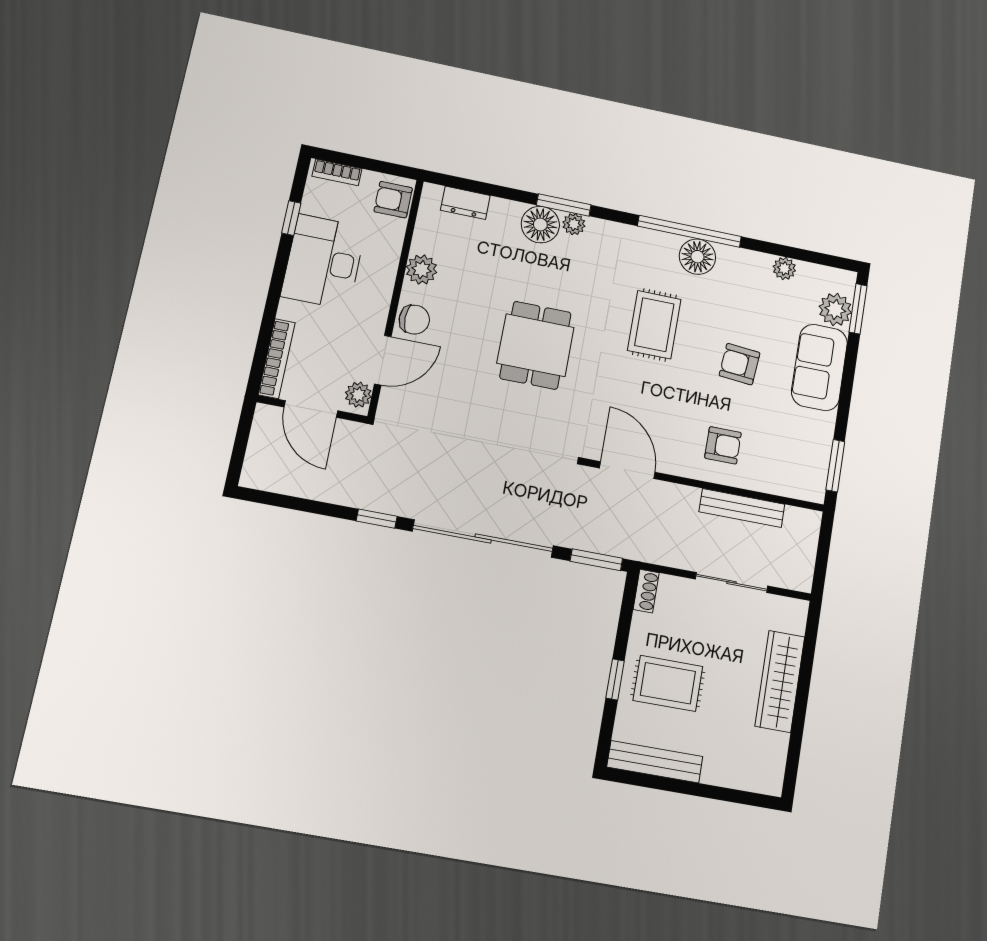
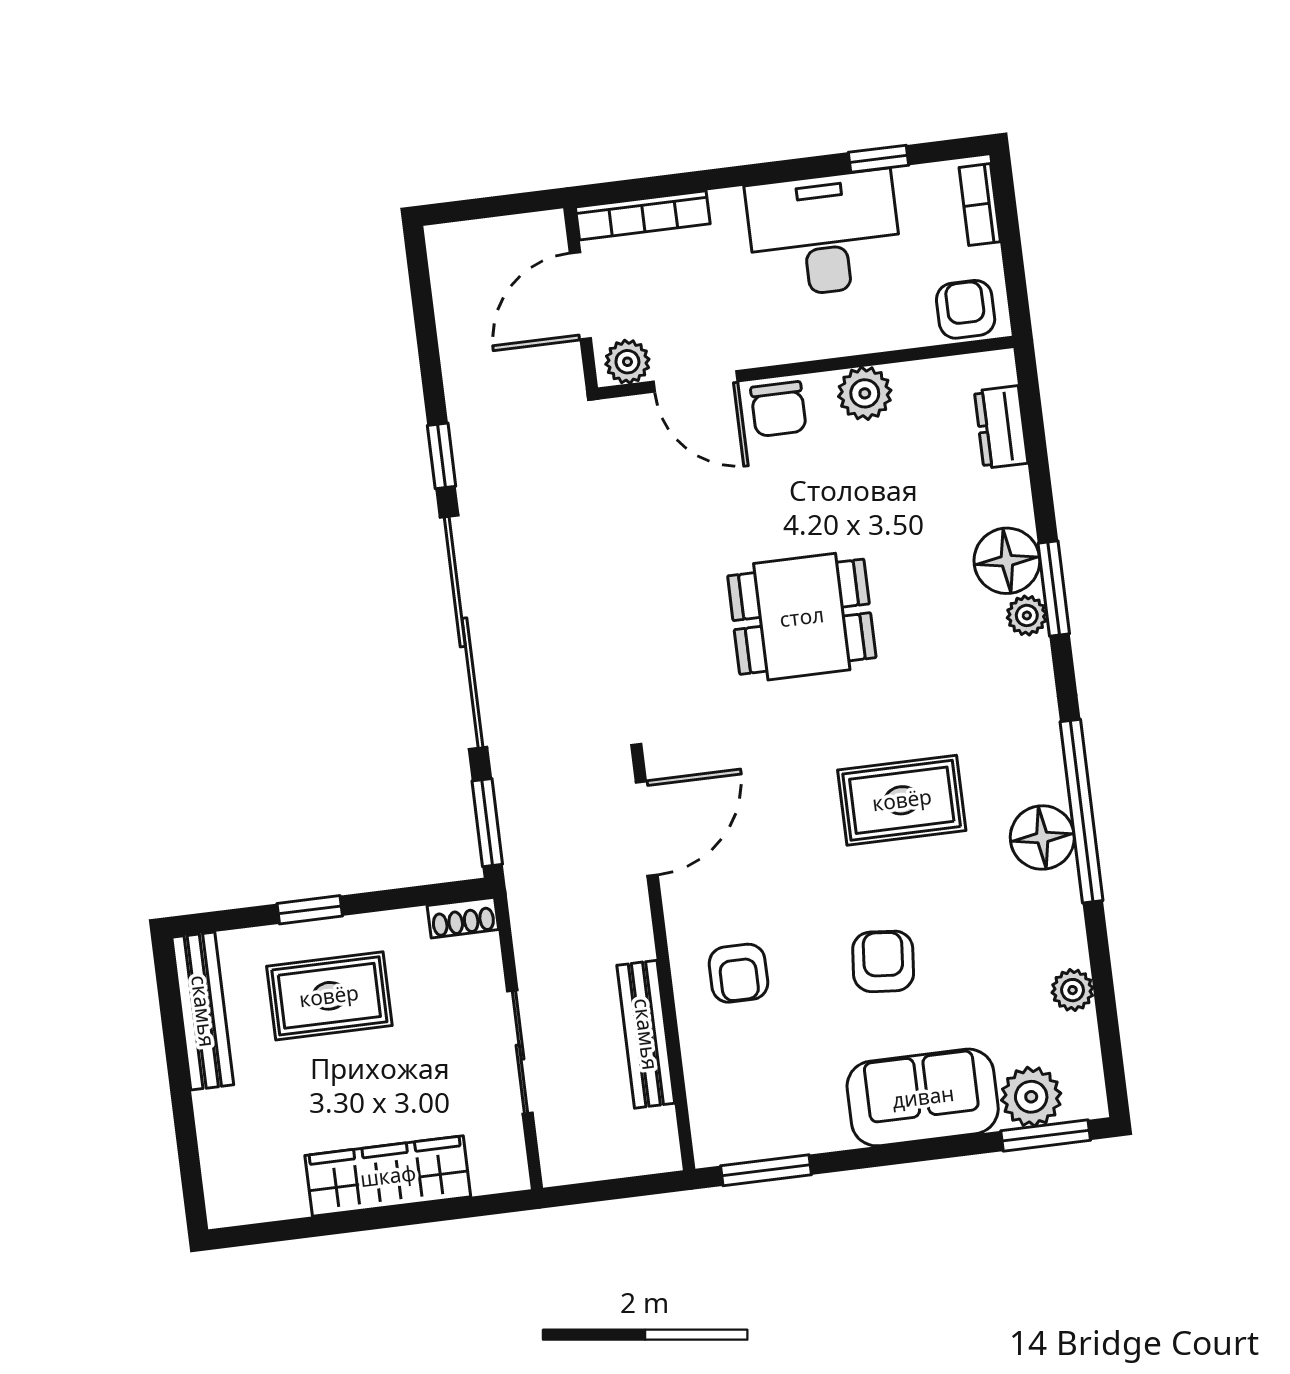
rug: (668, 683) -> (329, 996), turned 90

